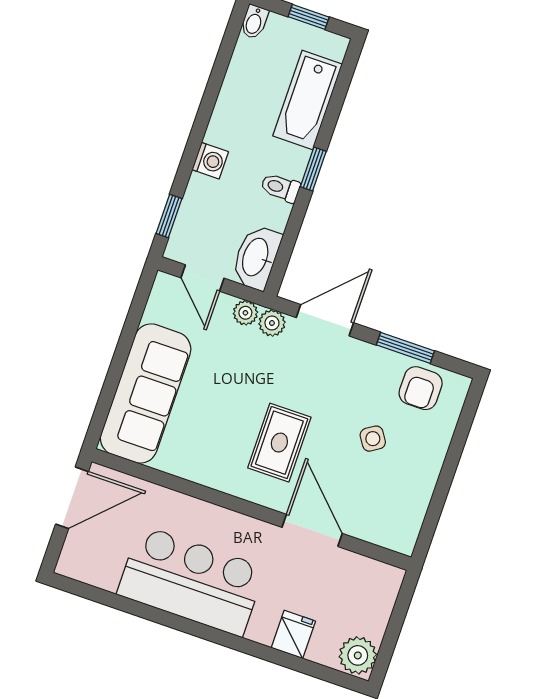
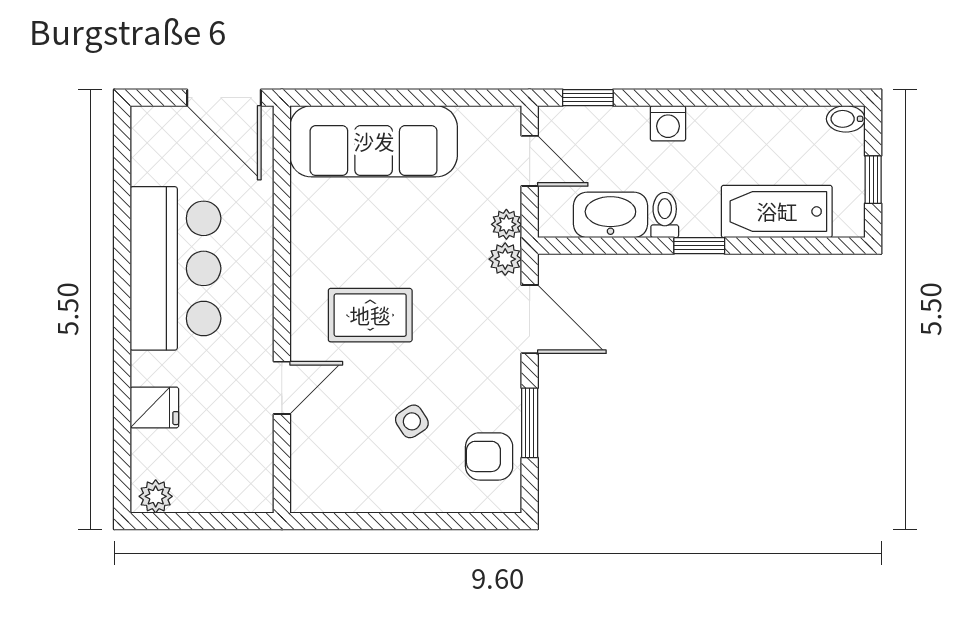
washbasin: (256, 257) -> (610, 215), moved
door: (202, 278) -> (530, 161), swing flipped
door: (312, 530) -> (282, 388), width x0.73
plant: (358, 655) -> (156, 496), width x0.73, depth x0.73

